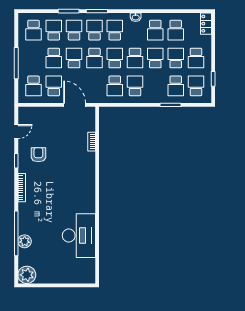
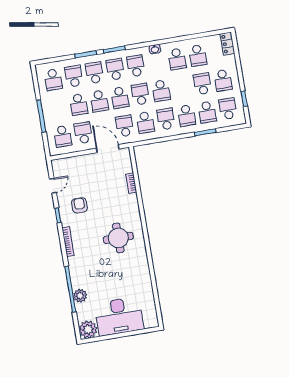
school desk: (74, 58) -> (99, 101), turned 180
school desk: (155, 58) -> (187, 116), moved, turned 180
school desk: (94, 86) -> (125, 126), added
round table: (70, 192) -> (118, 238), added
desk: (79, 236) -> (119, 316), moved, turned 90

